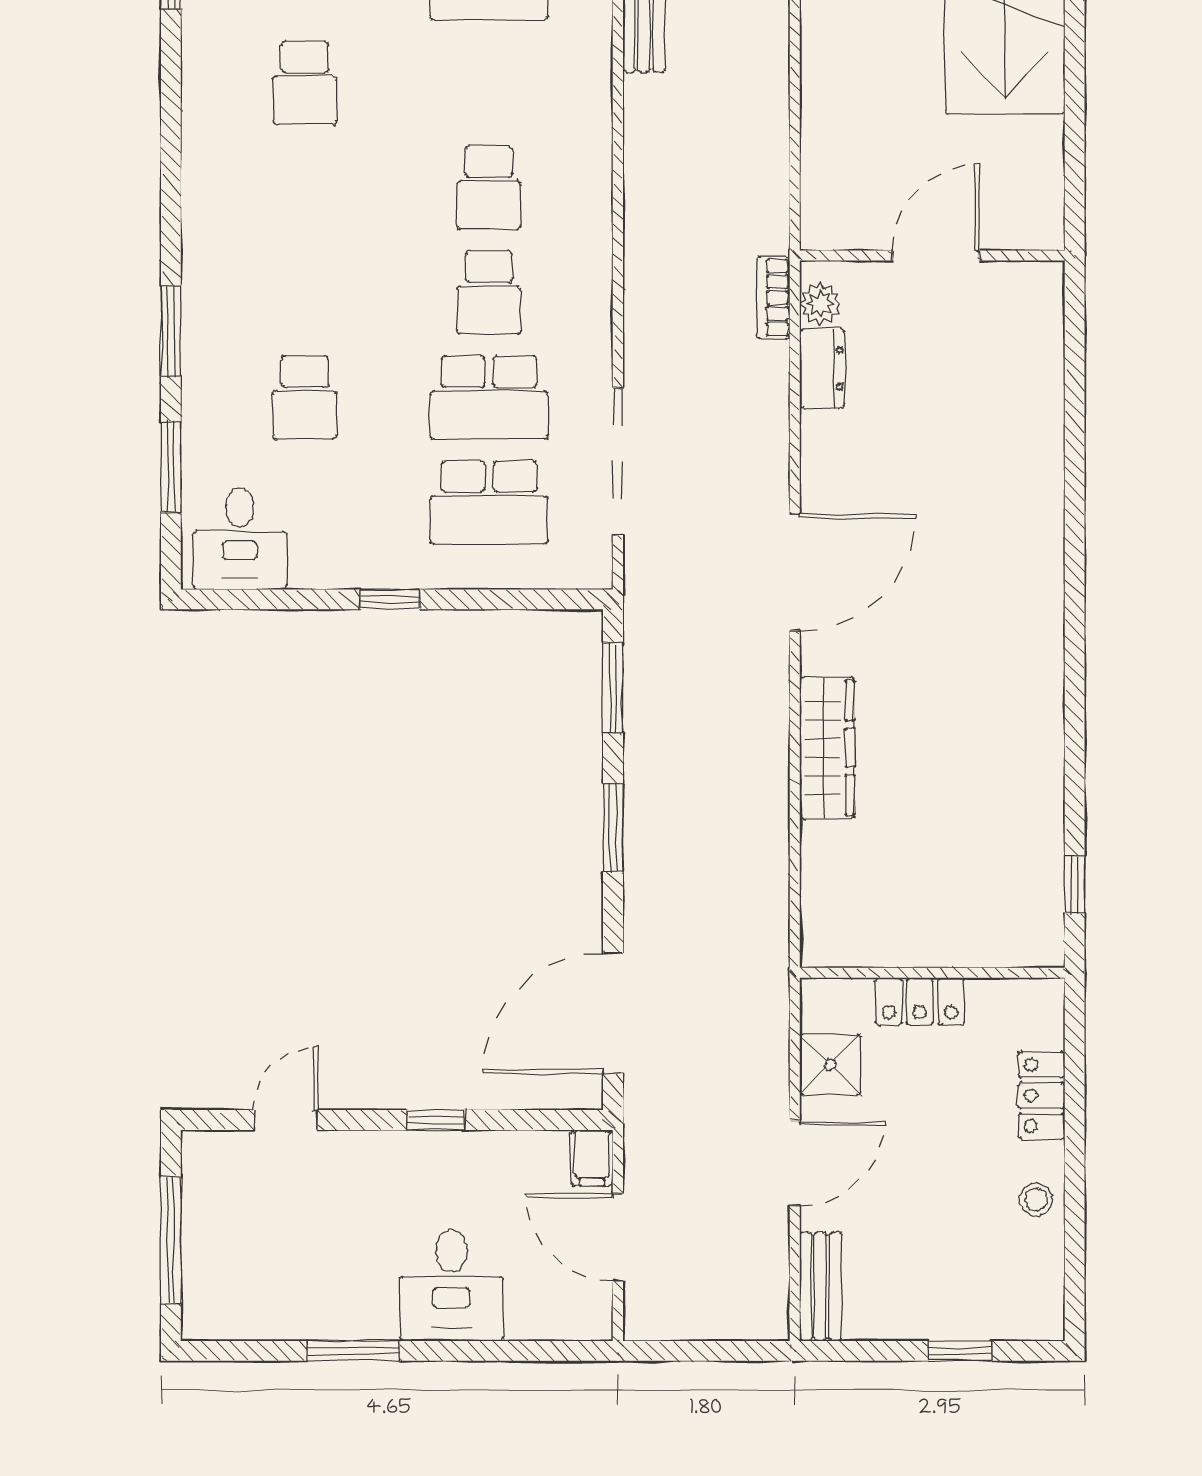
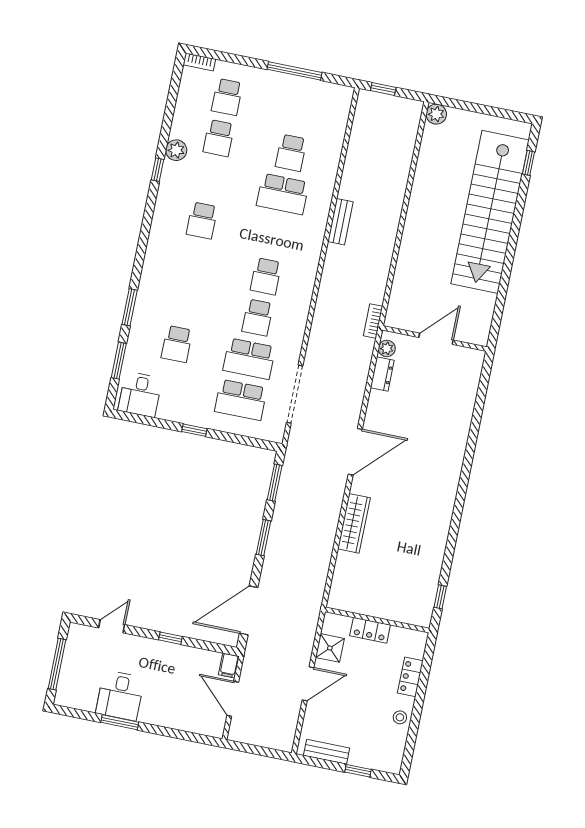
bookcase: (773, 298) -> (373, 321), moved
desk: (451, 1285) -> (120, 696), moved
bench: (820, 1287) -> (327, 752), moved, turned 90

